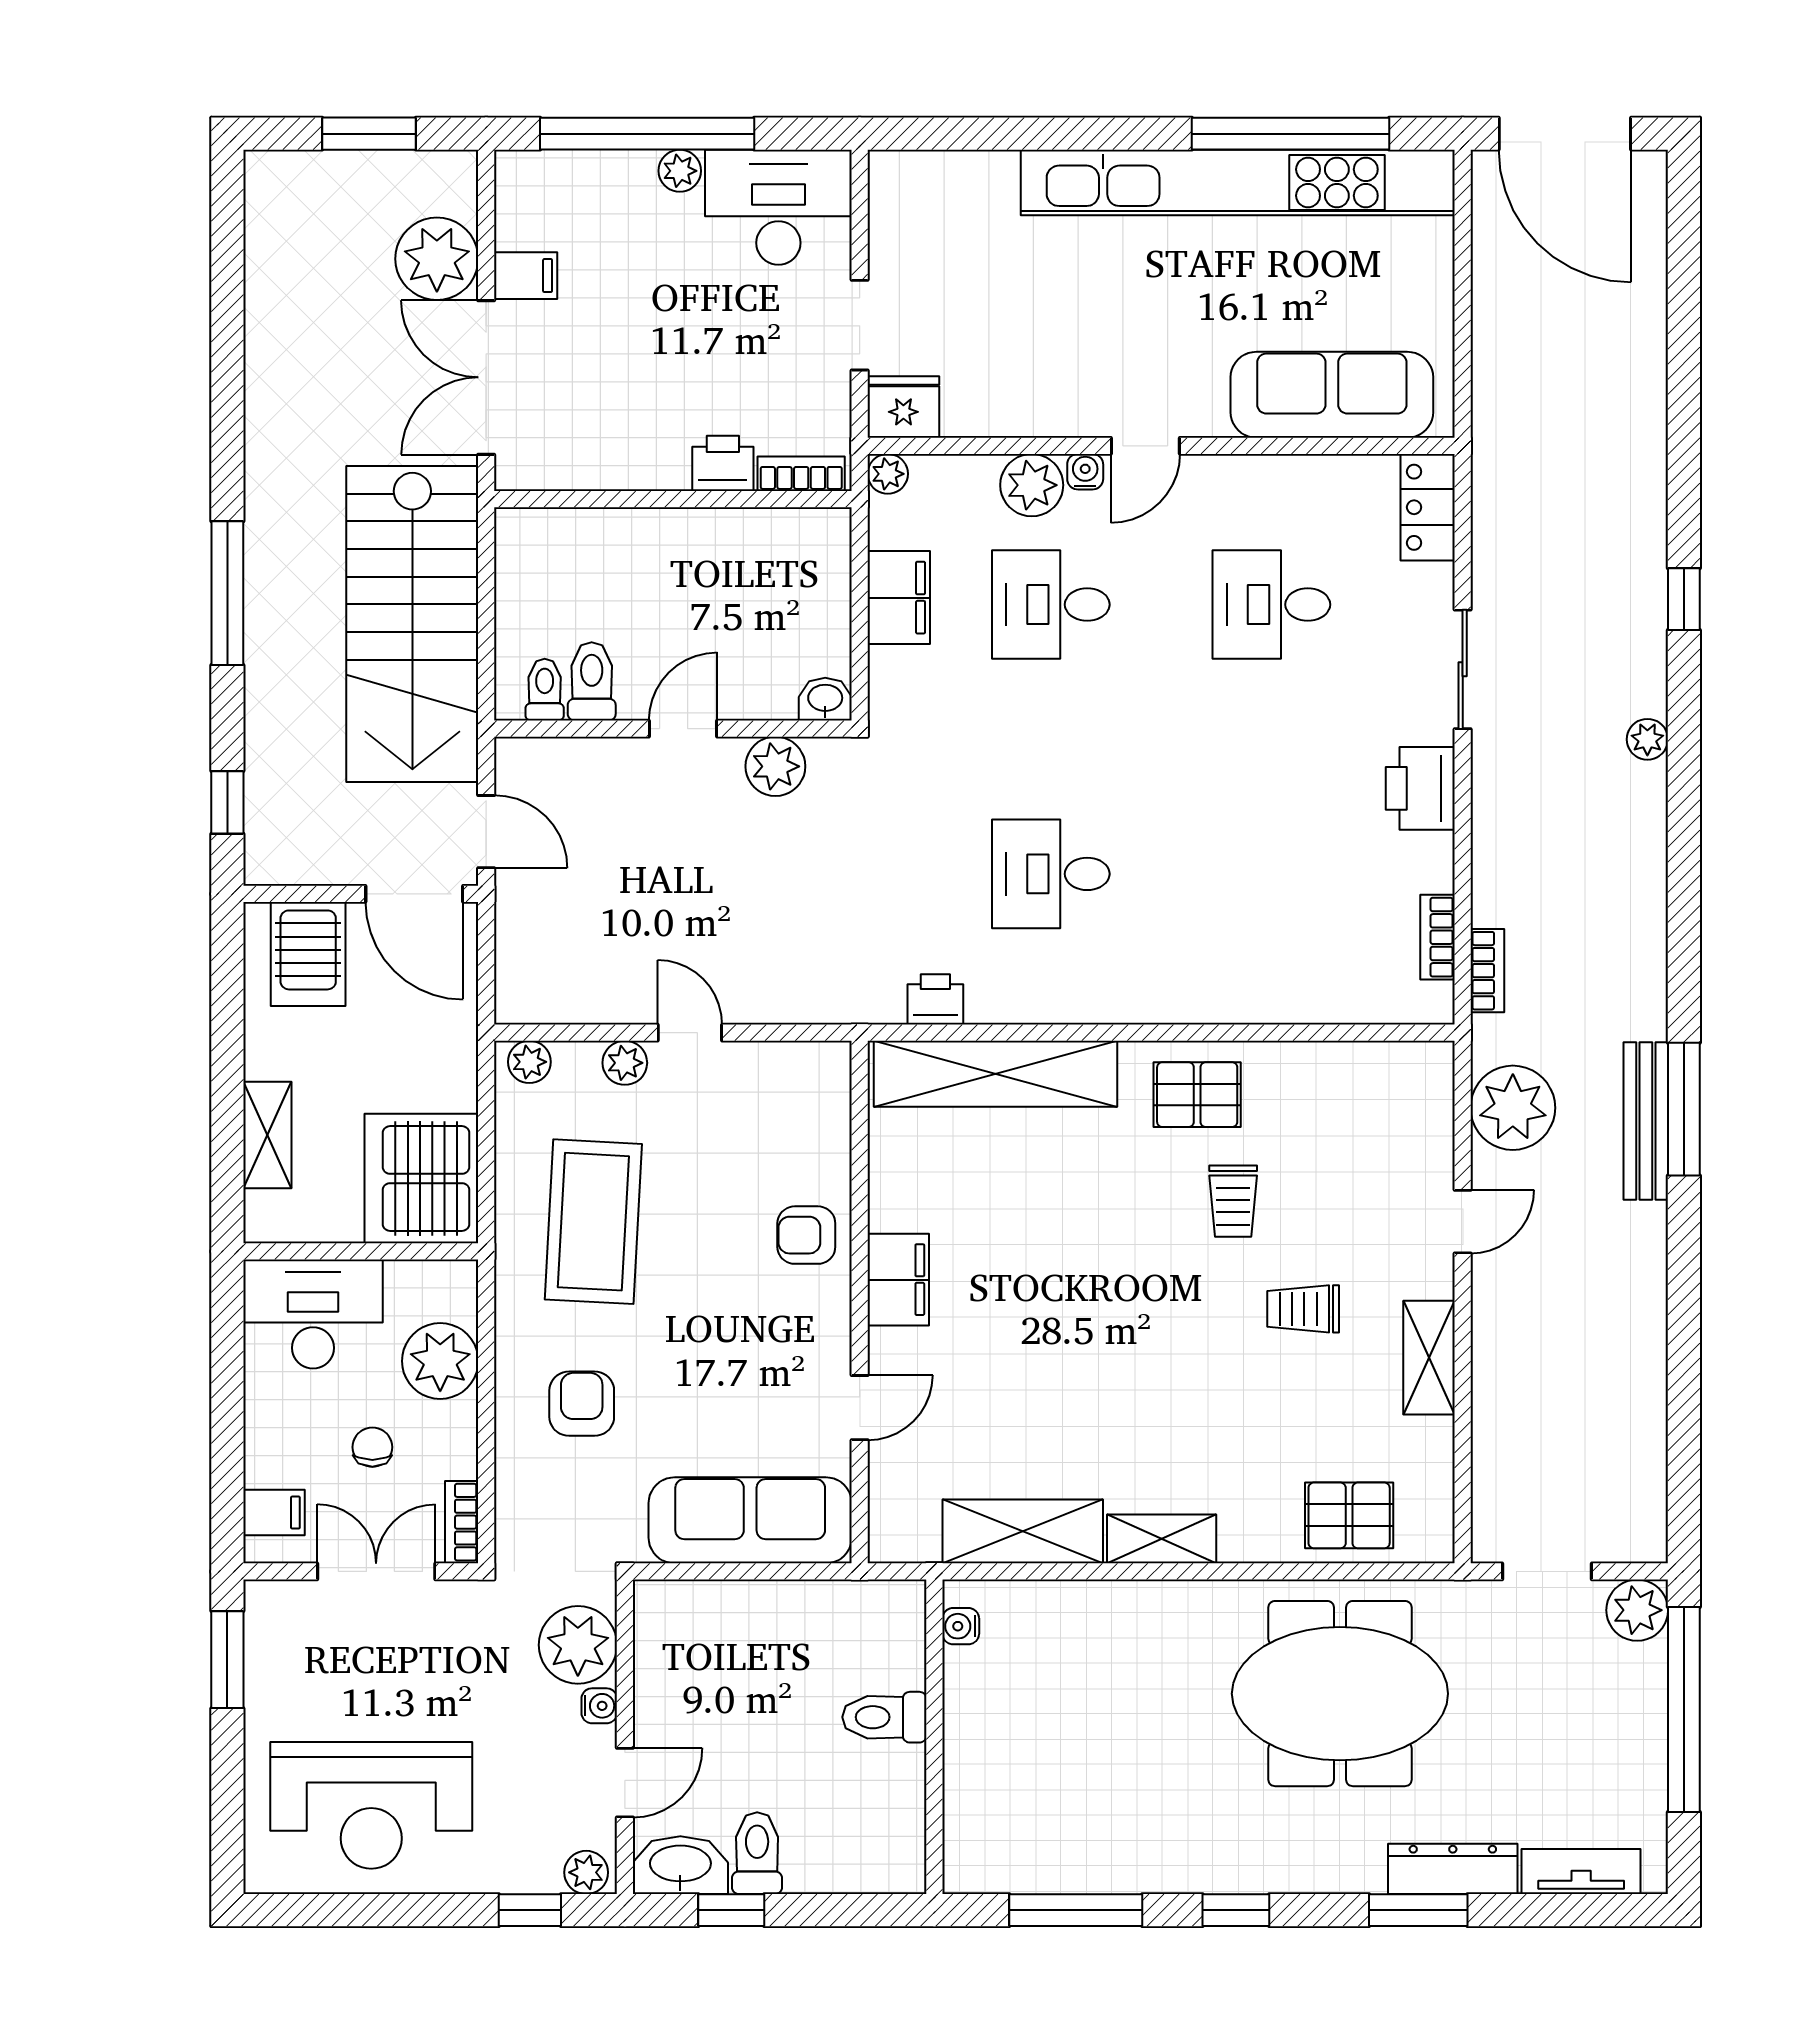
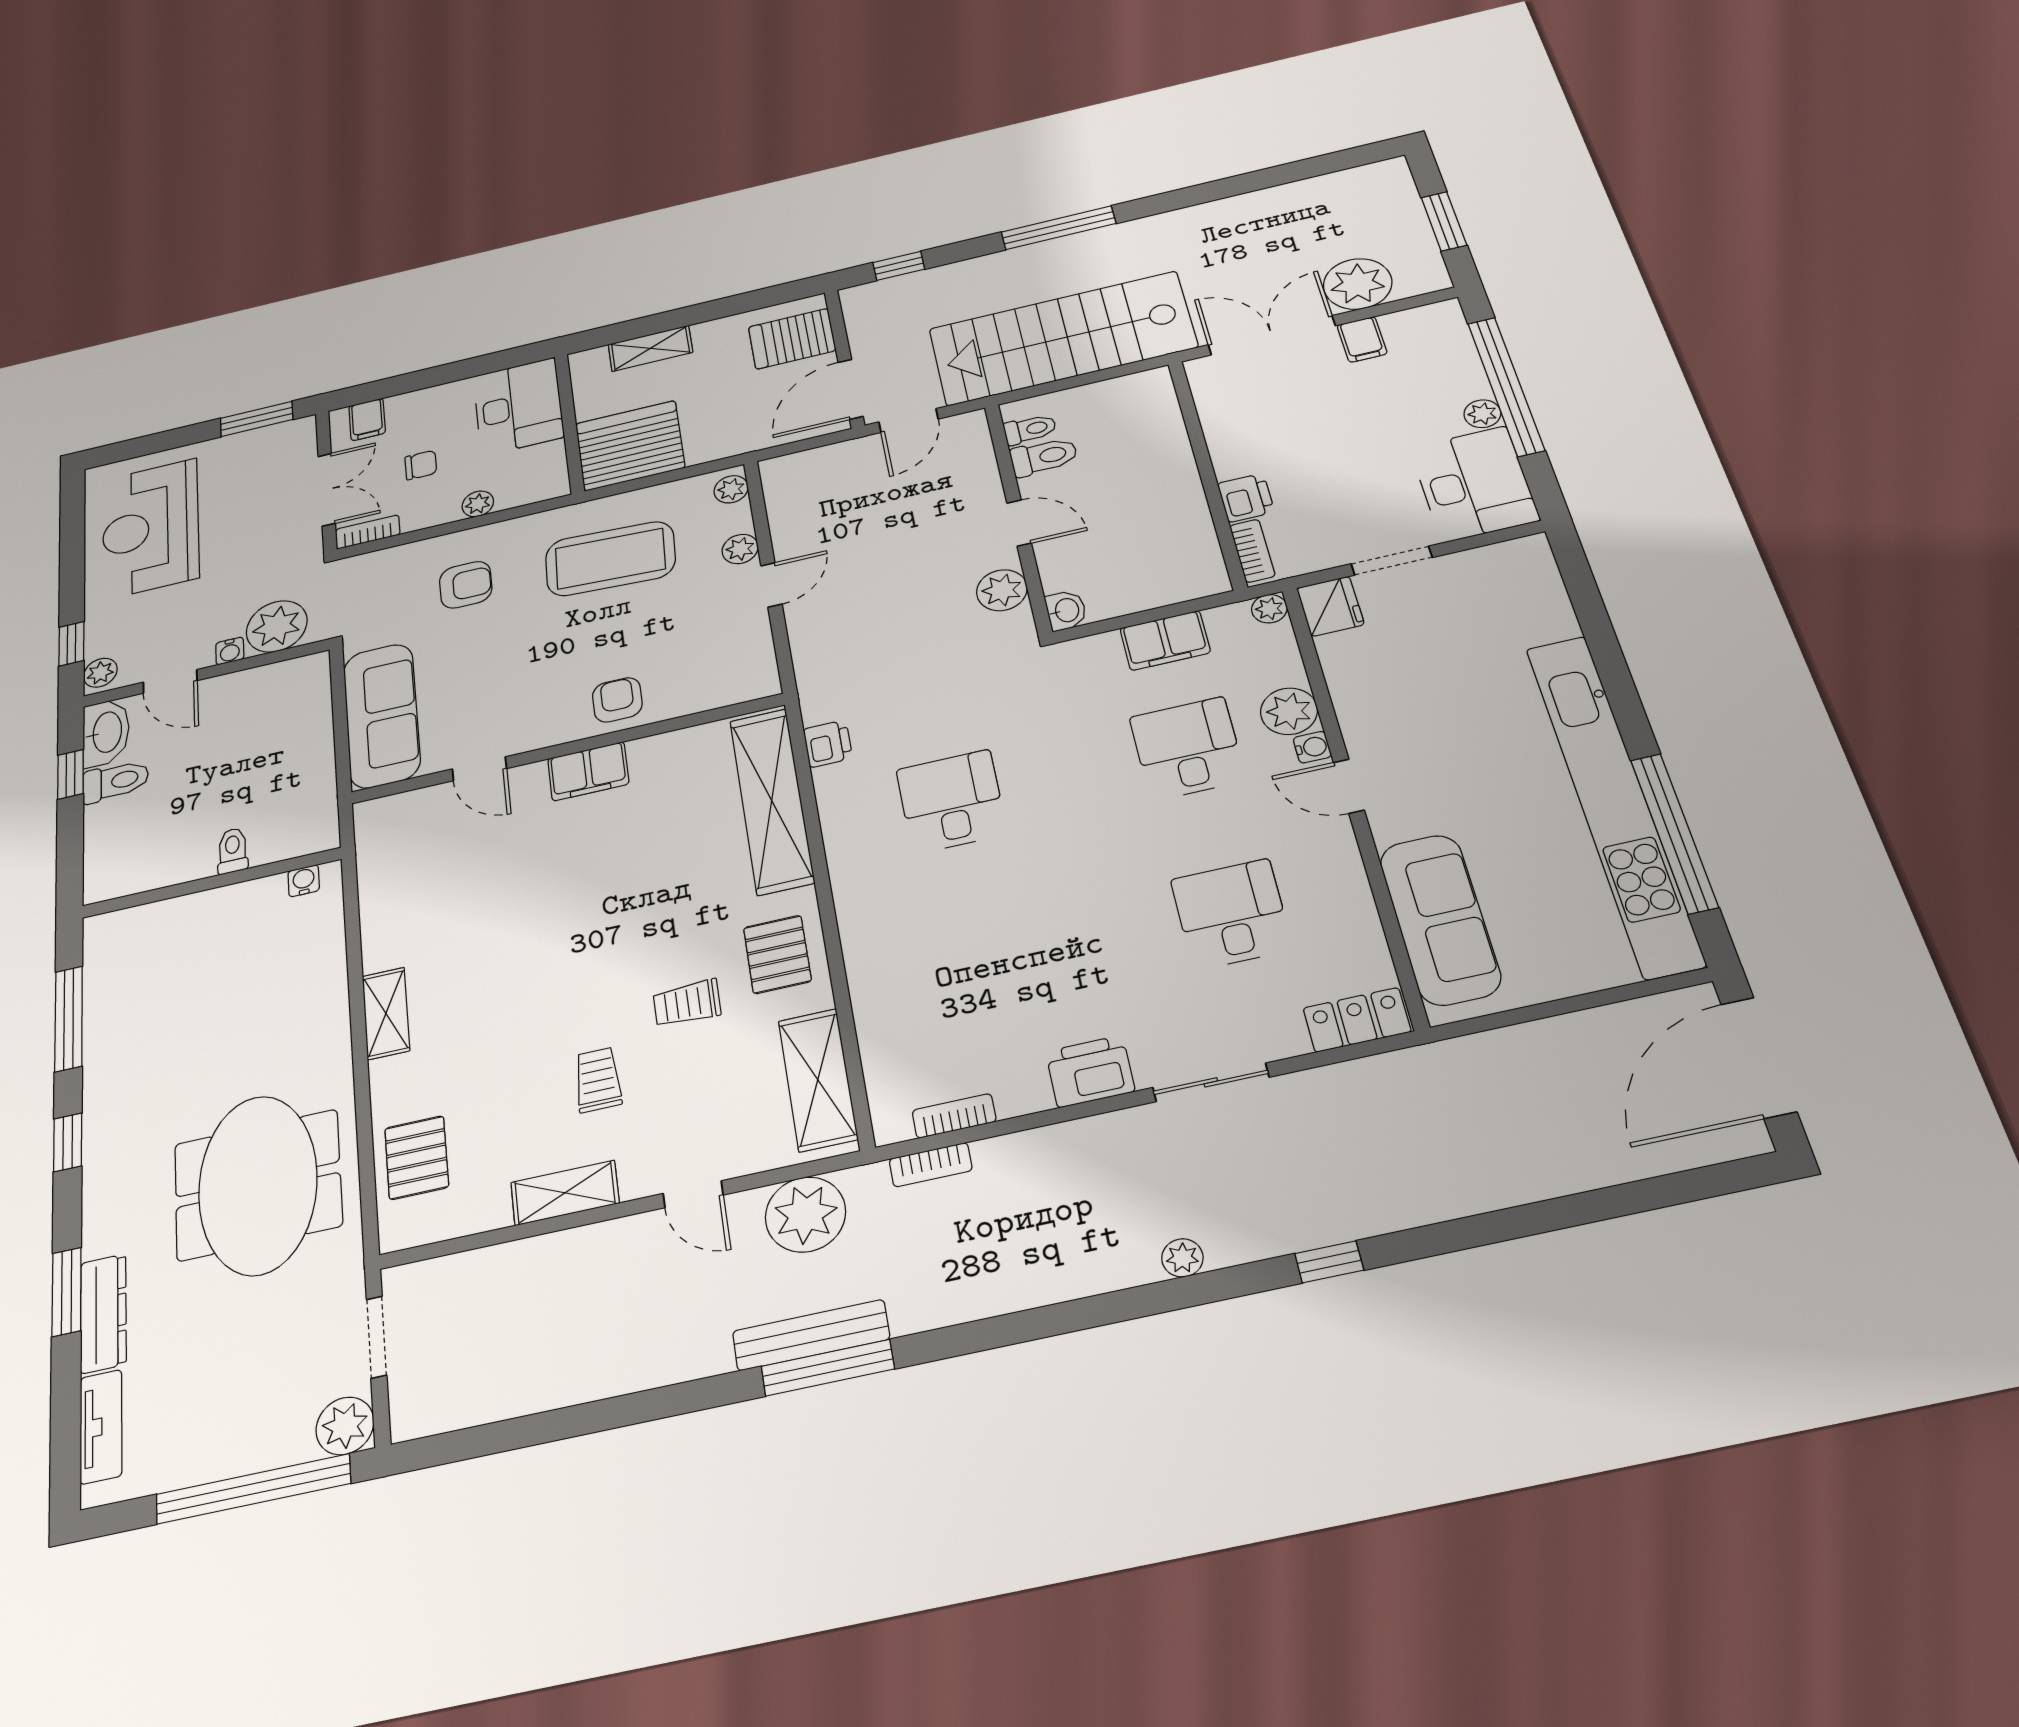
plant: (440, 1361) -> (478, 504), width x0.53, depth x0.53
shelving: (1023, 1531) -> (818, 1080), moved
toilet: (884, 1717) -> (233, 851), width x0.73, depth x0.72

